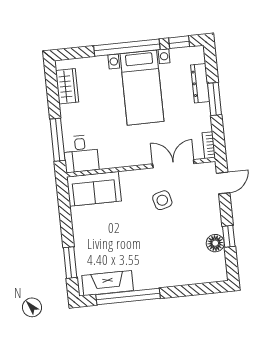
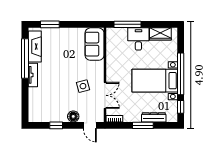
desk: (81, 154) -> (138, 39), moved, turned 90
floor lamp: (215, 243) -> (73, 116), moved
tv unit: (153, 281) -> (33, 75), added

